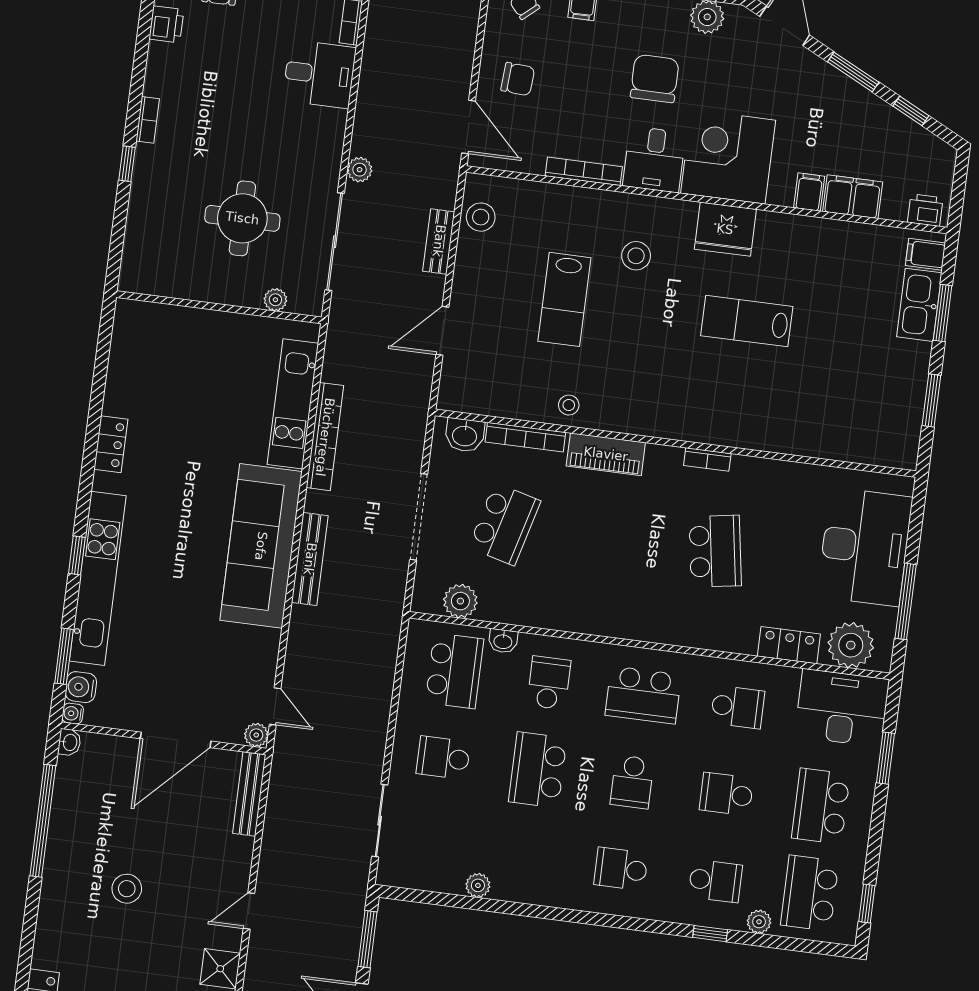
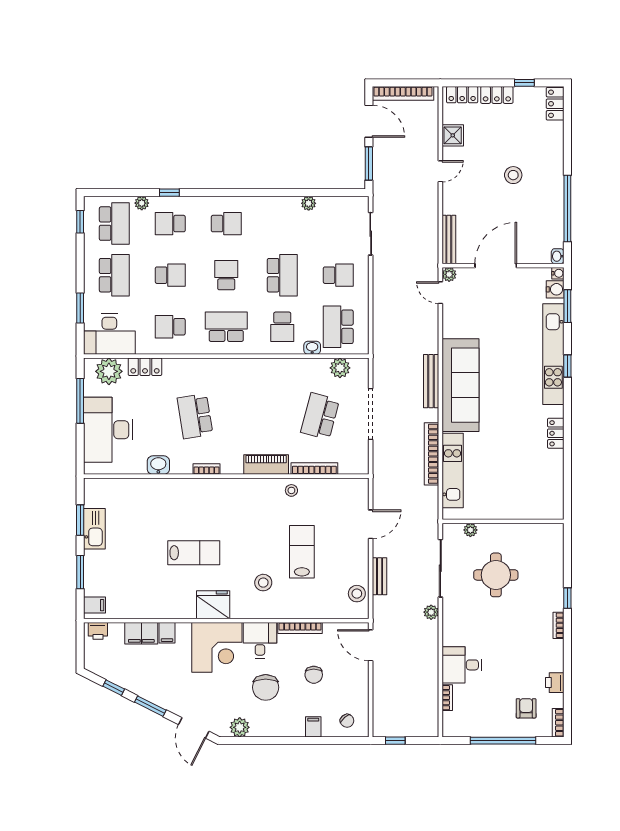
chair: (518, 79) -> (314, 675), moved, turned -94
kitchen sink: (919, 305) -> (94, 529), moved
washbasin: (465, 435) -> (158, 465), moved

